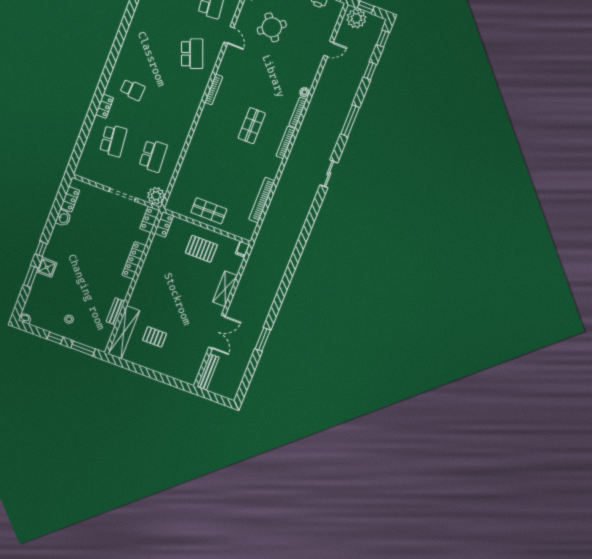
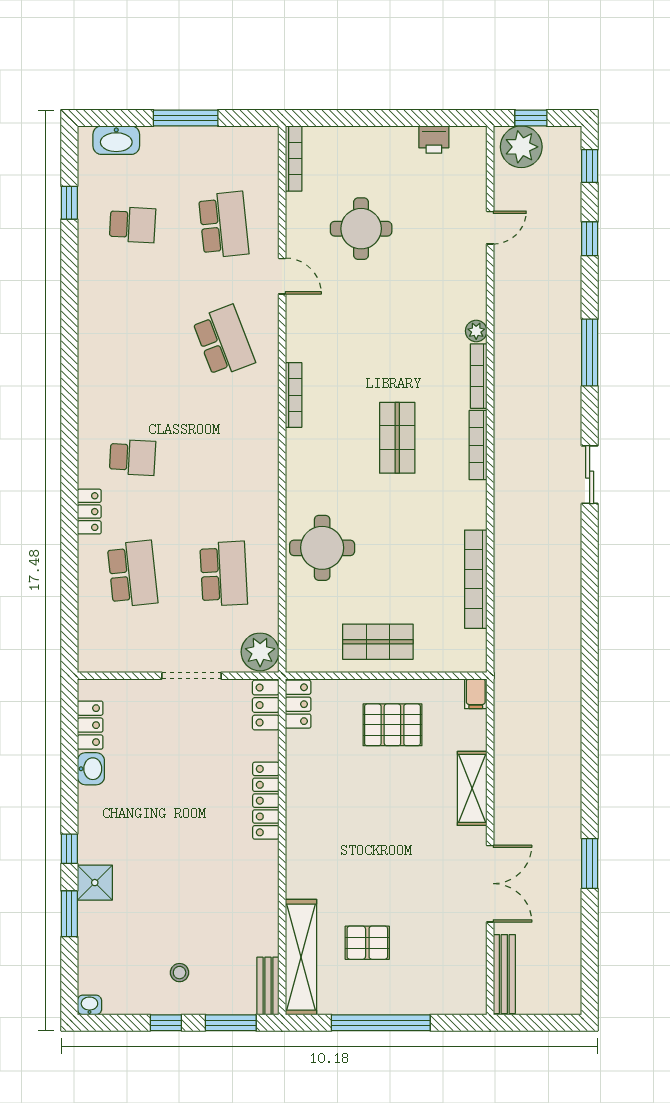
round table: (272, 27) -> (361, 229), turned 37
round table: (200, 161) -> (322, 548), added
bench: (116, 311) -> (268, 986), moved
window: (147, 372) -> (381, 1023), added

